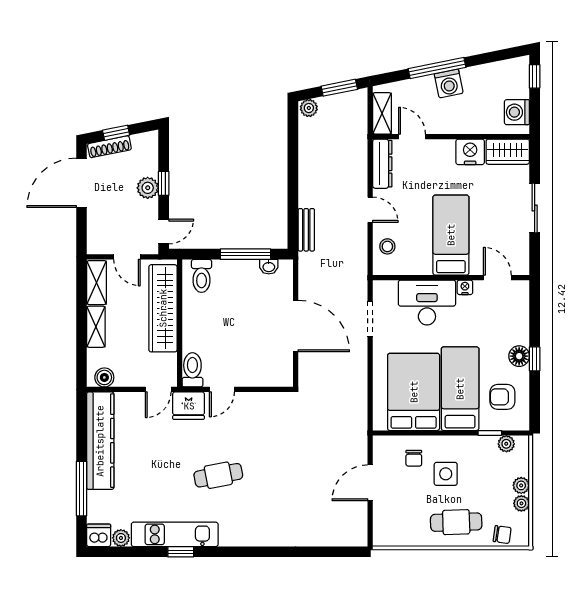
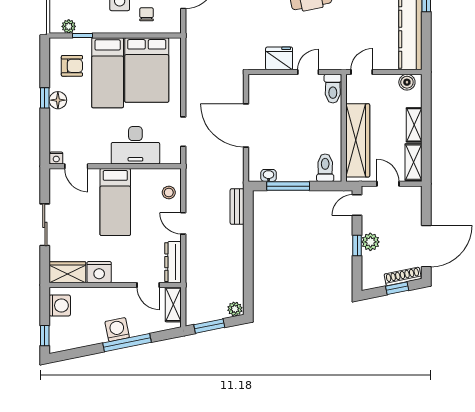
nightstand: (465, 287) -> (56, 158), moved
fridge: (189, 406) -> (279, 58), moved

